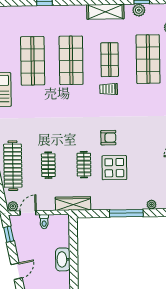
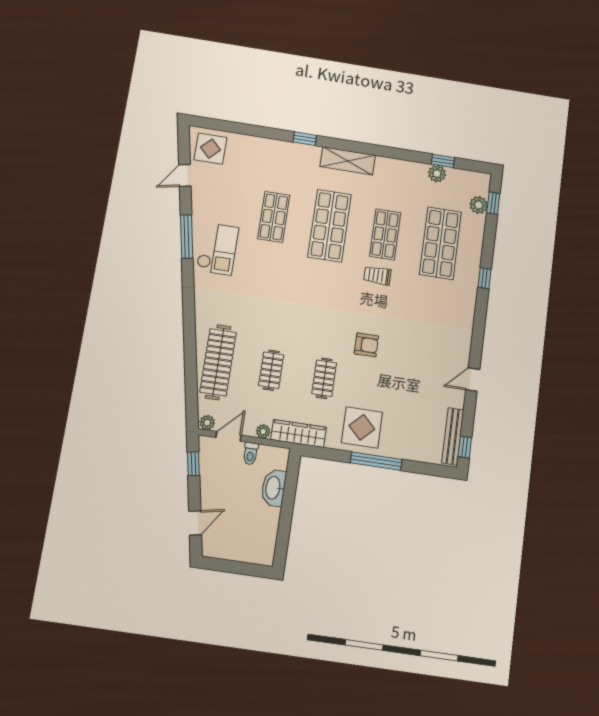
shelving: (105, 12) -> (348, 161), moved
shop shelf: (33, 61) -> (274, 217), width x0.70, depth x0.74
display table: (114, 168) -> (362, 427), moved
plant: (151, 205) -> (263, 431), moved
washbasin: (63, 259) -> (274, 488), moved

